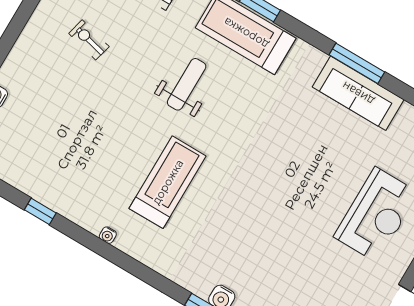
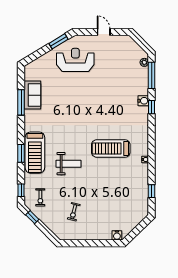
weight bench: (187, 84) -> (68, 164), turned 180
sofa: (358, 93) -> (32, 95), width x0.73

